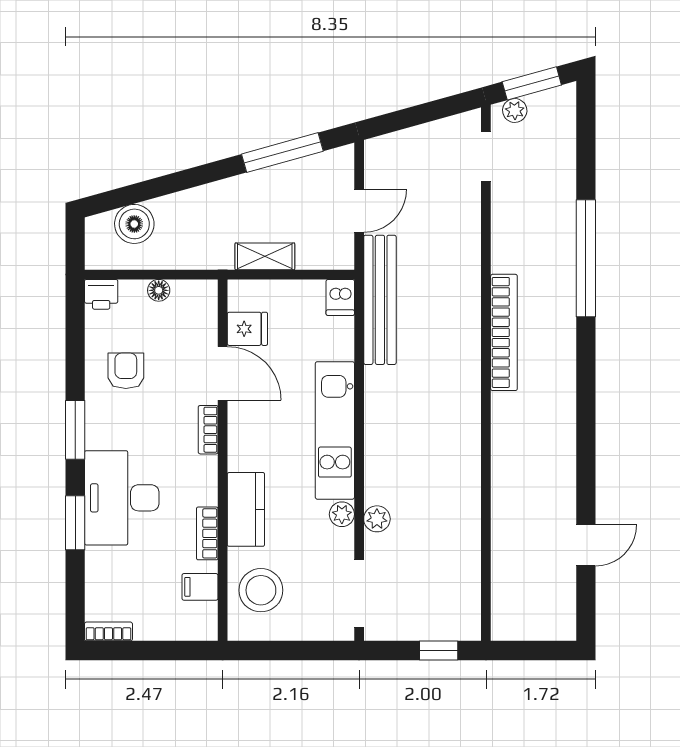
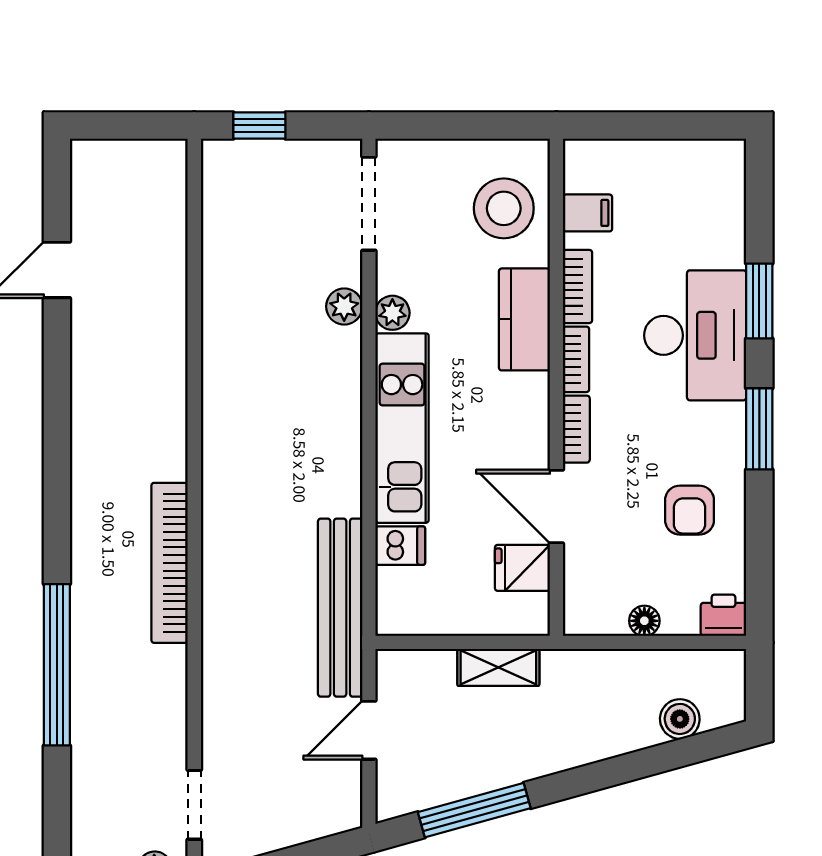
boiler: (134, 224) -> (680, 719), width x0.73, depth x0.73
dishwasher: (340, 297) -> (400, 546), moved, turned 90
bookcase: (108, 631) -> (576, 359), moved, turned -90

